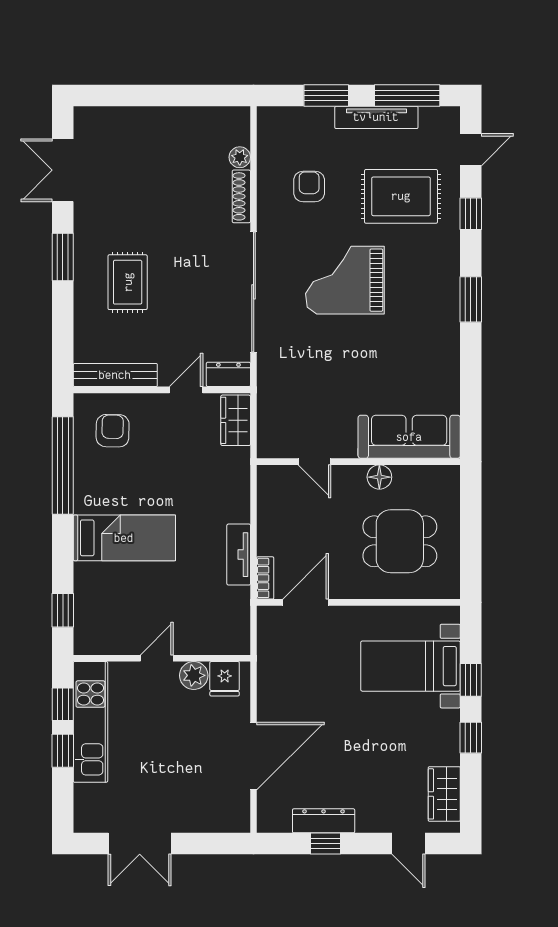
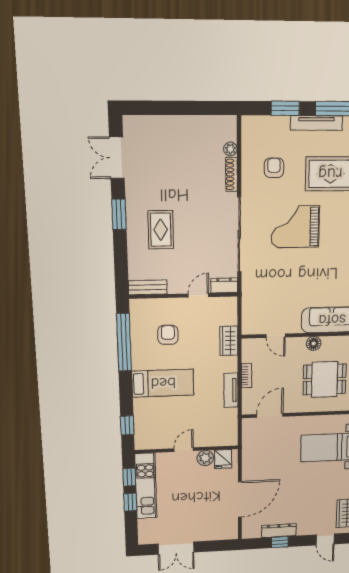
bench: (115, 375) -> (148, 287), width x0.73
wardrobe: (236, 420) -> (229, 341), moved
armchair: (113, 431) -> (168, 335), moved
bookcase: (265, 578) -> (246, 376), moved

